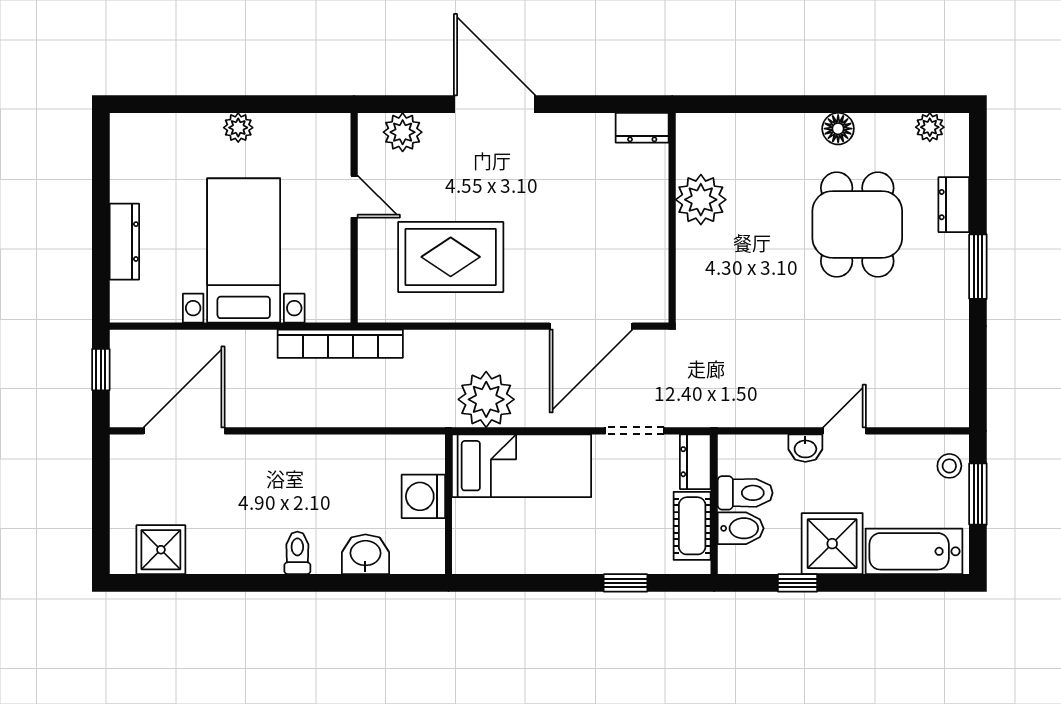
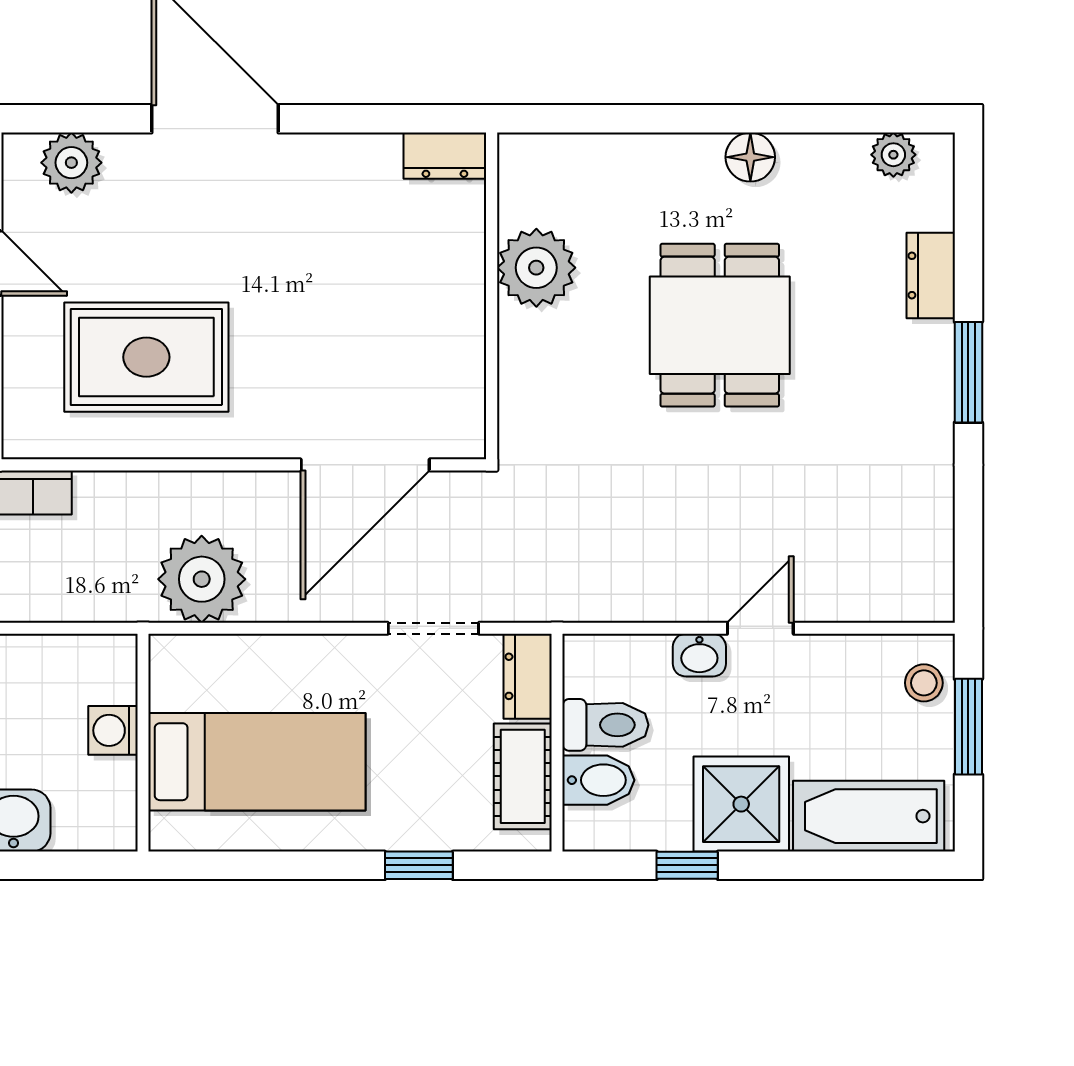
dining table: (857, 224) -> (720, 325), moved
bed: (522, 466) -> (257, 762), moved
washing machine: (423, 496) -> (113, 730), width x0.73, depth x0.73

